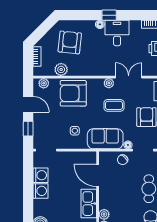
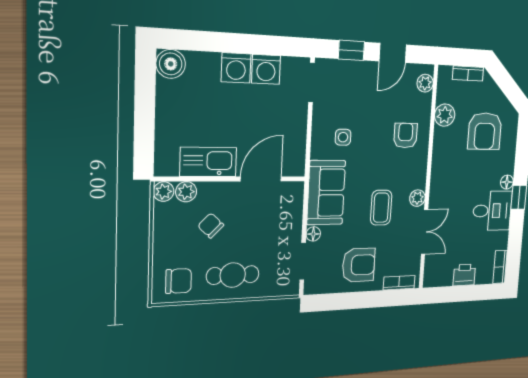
armchair: (70, 42) -> (485, 131), turned 84
armchair: (73, 93) -> (405, 135), width x0.53, depth x0.53
chair: (123, 160) -> (211, 226), moved

